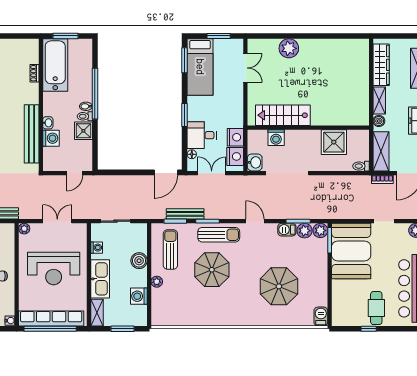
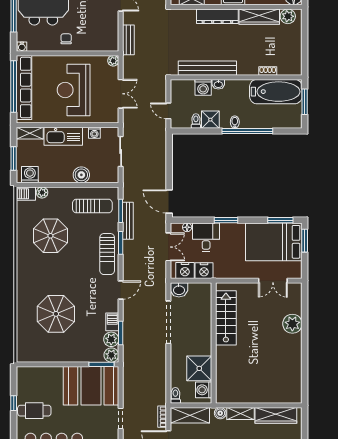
window: (219, 36) -> (305, 241), moved
bed: (200, 67) -> (274, 242), width x1.50
toilet: (85, 116) -> (196, 121), moved
washing machine: (276, 138) -> (204, 390), moved
parasol: (212, 270) -> (50, 236), moved
plant: (157, 282) -> (42, 192), moved
washing machine: (139, 296) -> (30, 175), moved
barbecue: (321, 317) -> (26, 194), moved, turned 180

